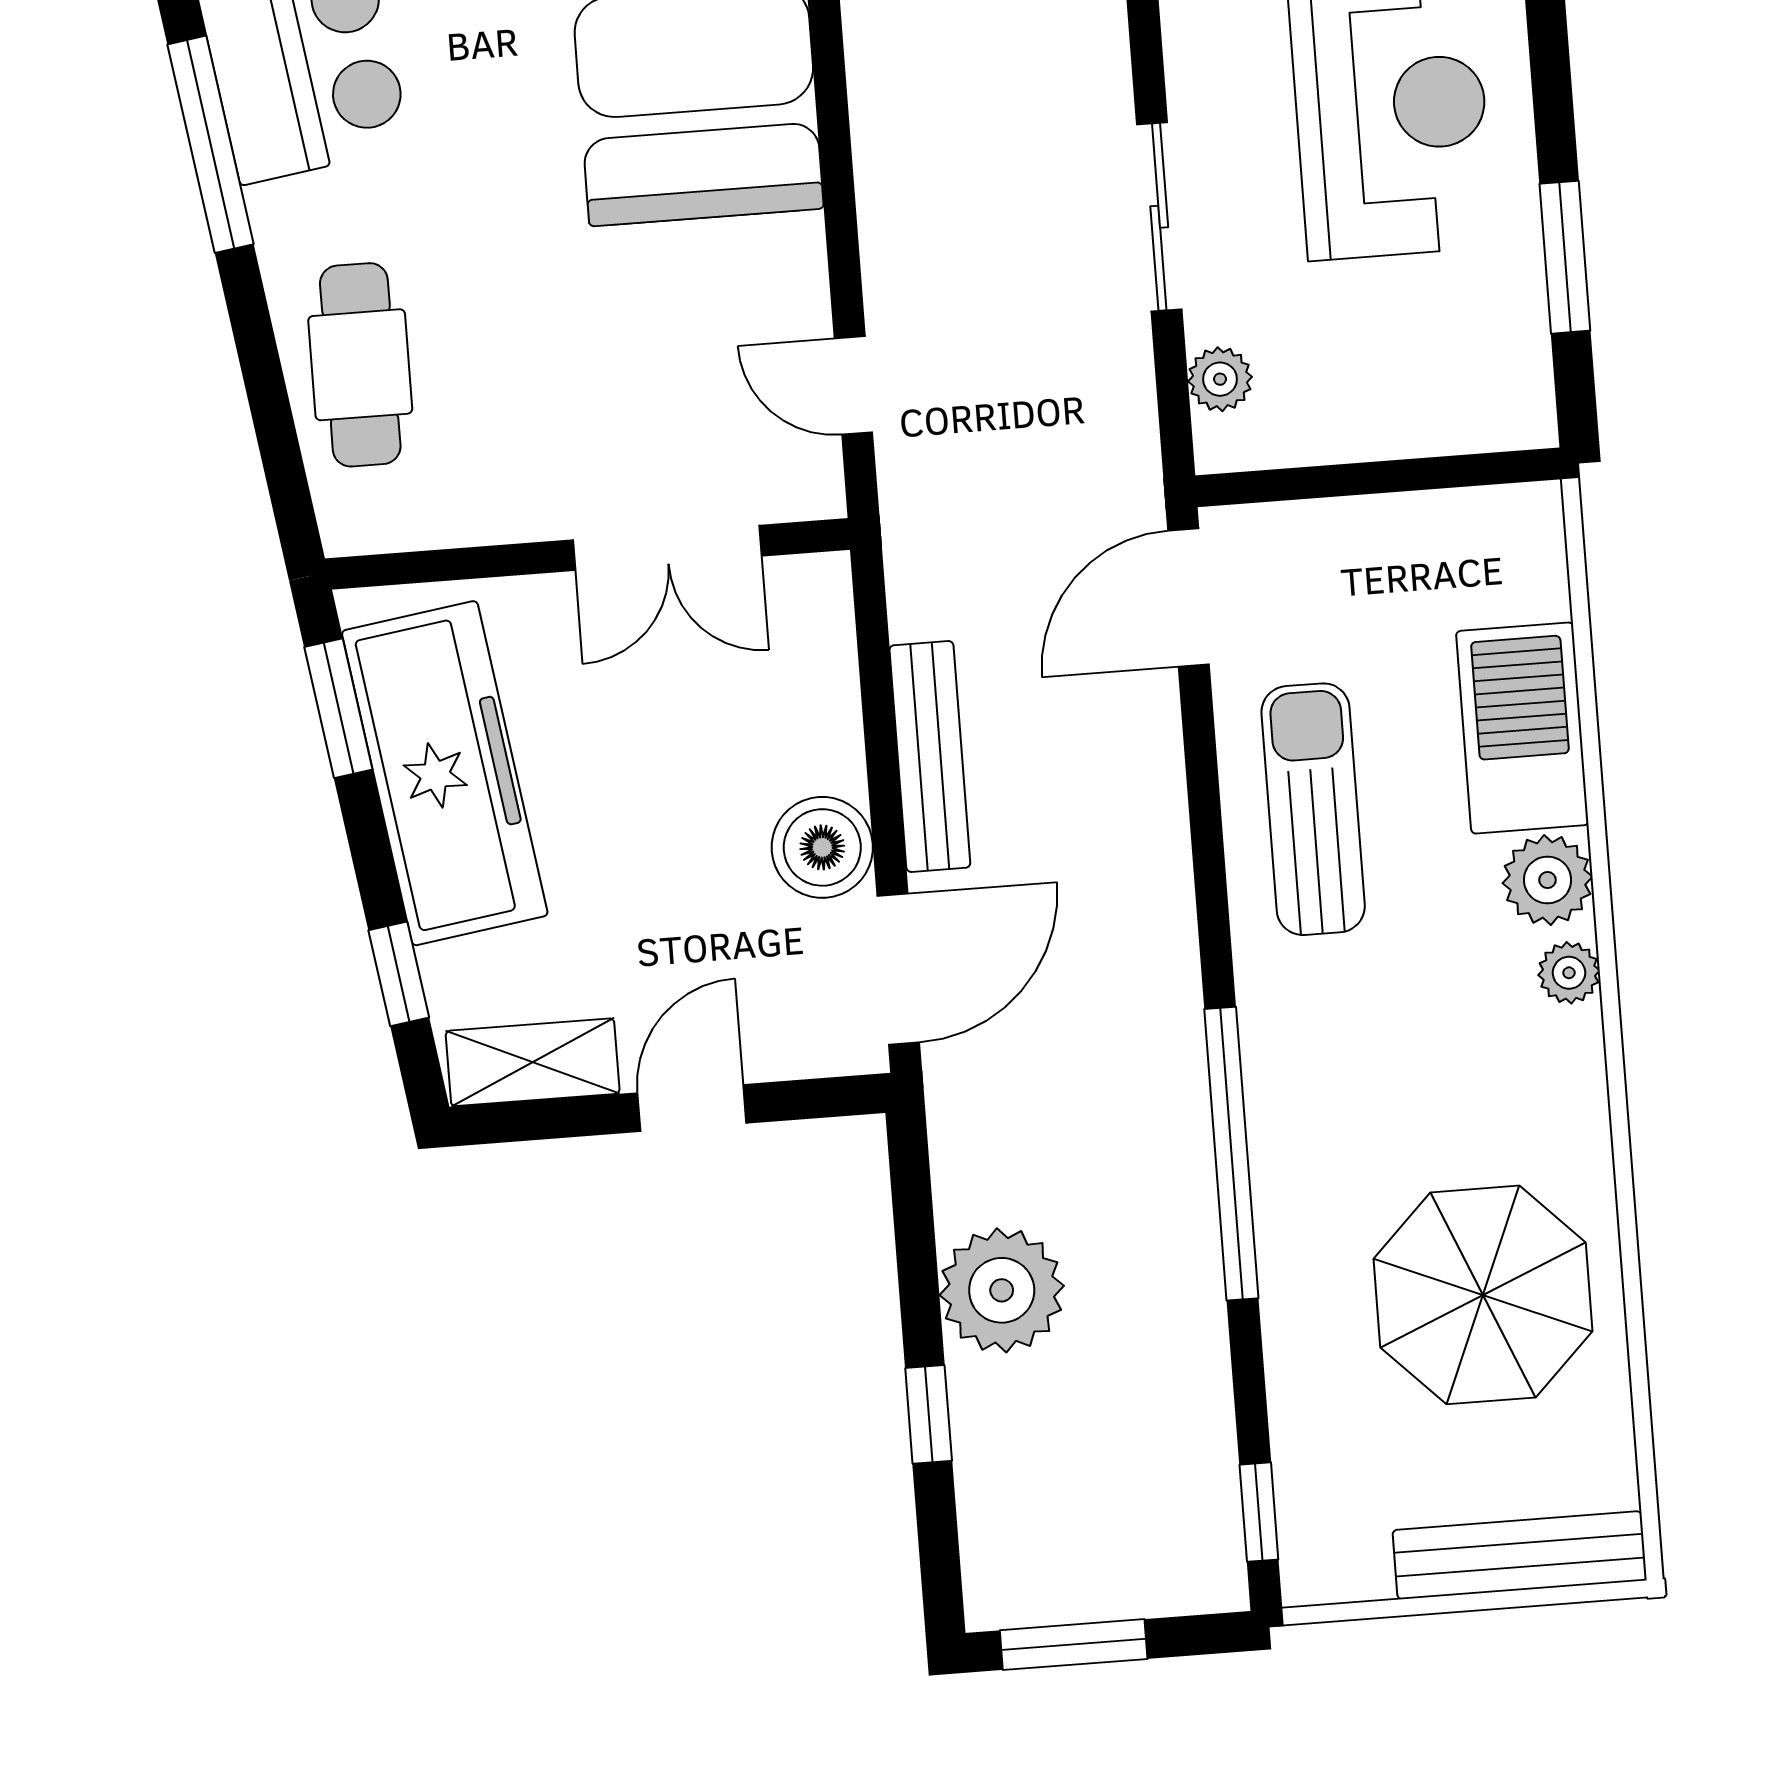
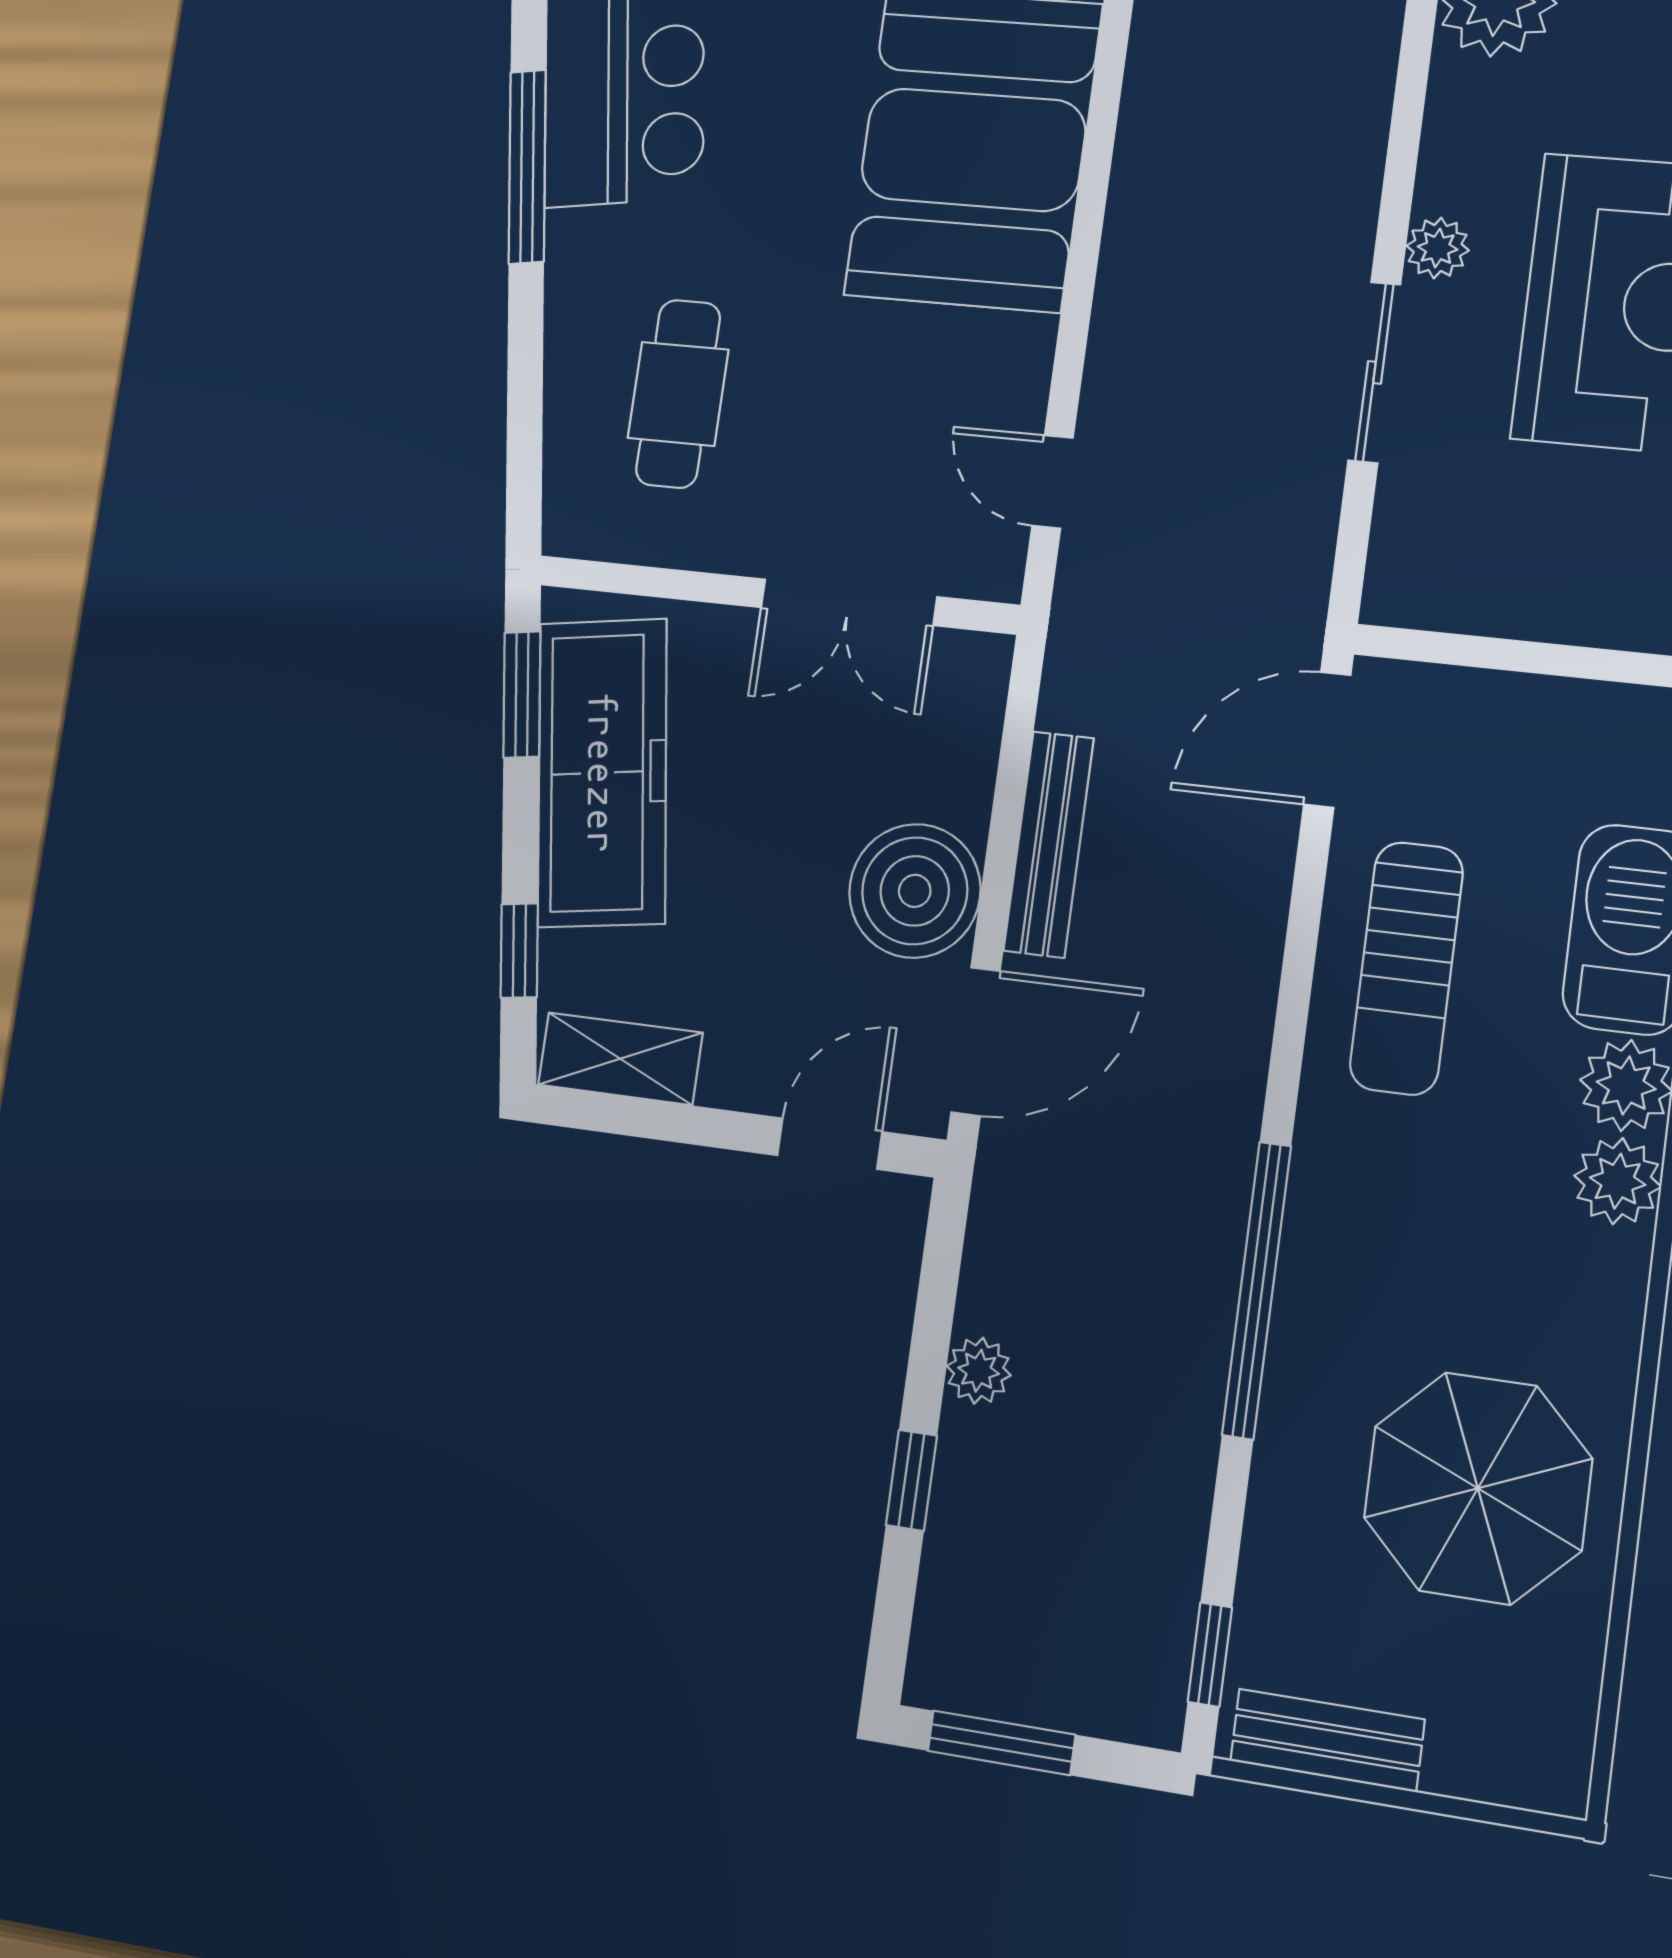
cafe table: (360, 365) -> (678, 394), moved
plant: (1220, 379) -> (1438, 248), moved
sun lounger: (1313, 809) -> (1406, 968), turned 180
boiler: (822, 847) -> (915, 891), width x1.37, depth x1.37
plant: (1569, 973) -> (1618, 1181), width x1.38, depth x1.38
door: (692, 1108) -> (830, 1144), moved
plant: (1002, 1290) -> (979, 1371), width x0.53, depth x0.53
bench: (1520, 1555) -> (1327, 1740), moved, width x0.73

